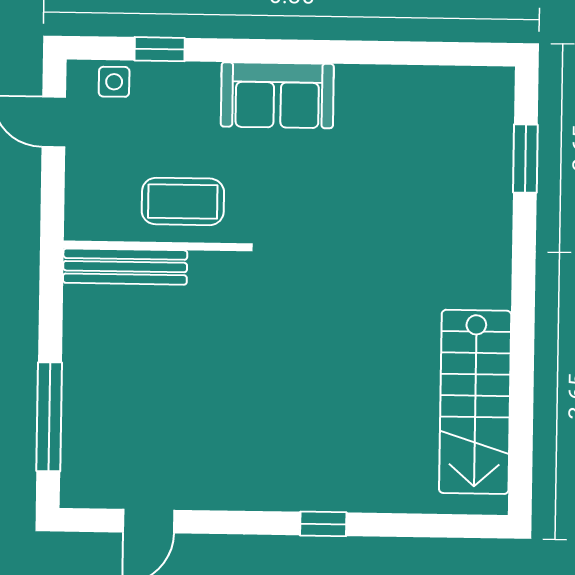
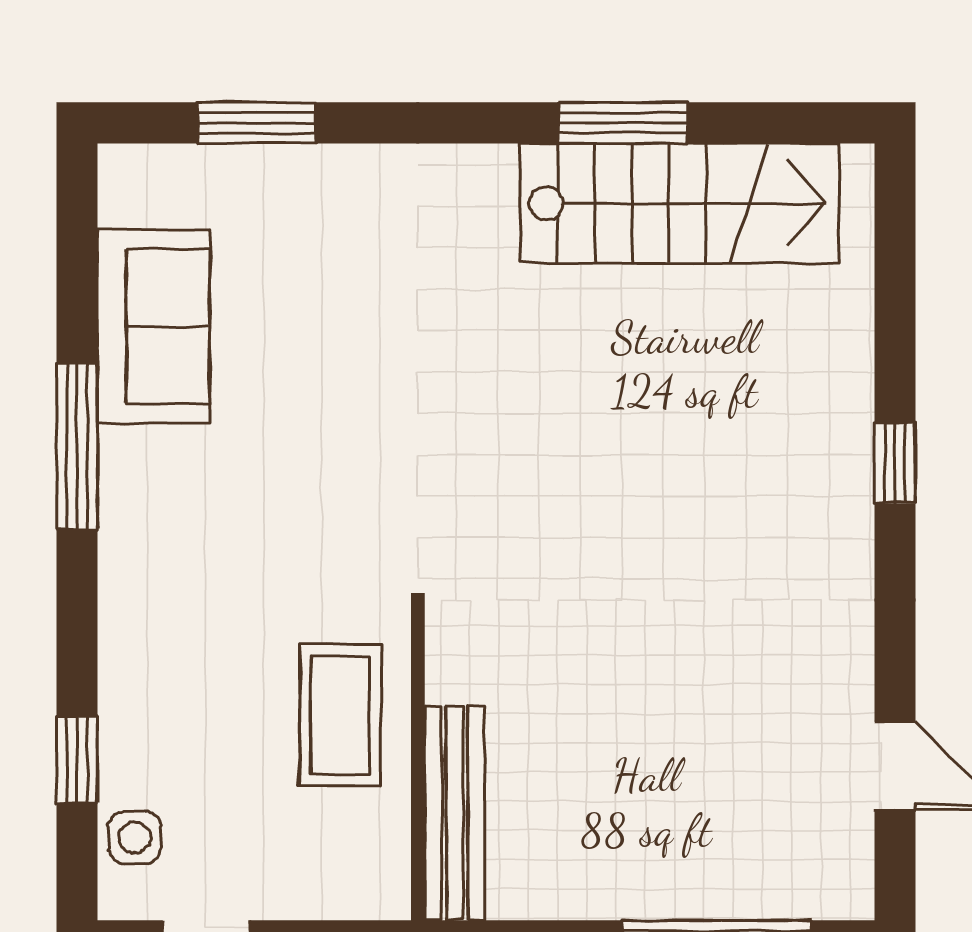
window: (340, 52) -> (77, 447), added
sofa: (277, 95) -> (154, 326), moved
window: (522, 370) -> (623, 123), added

